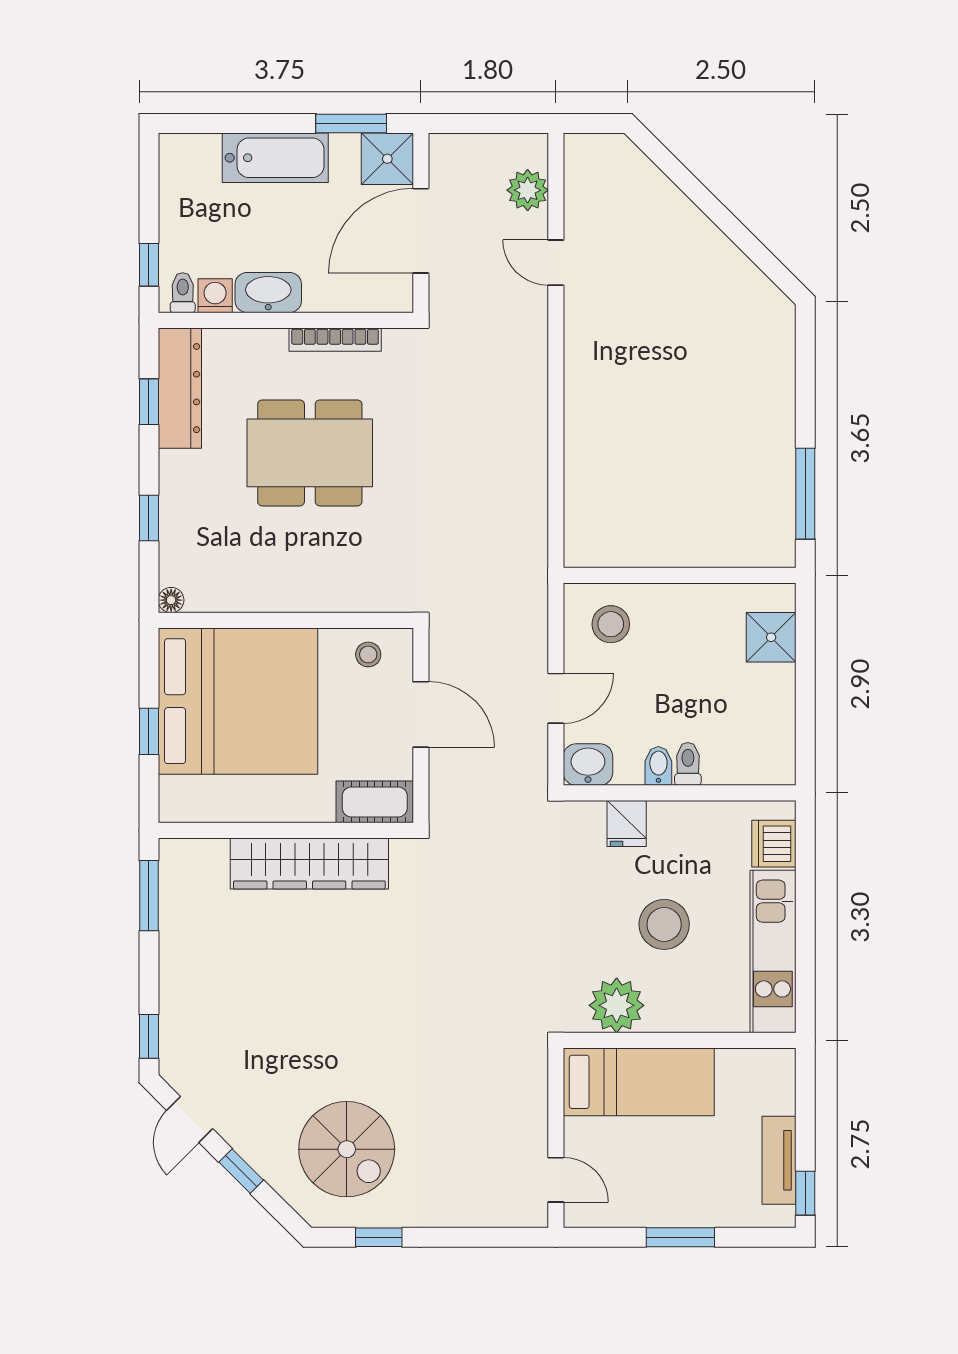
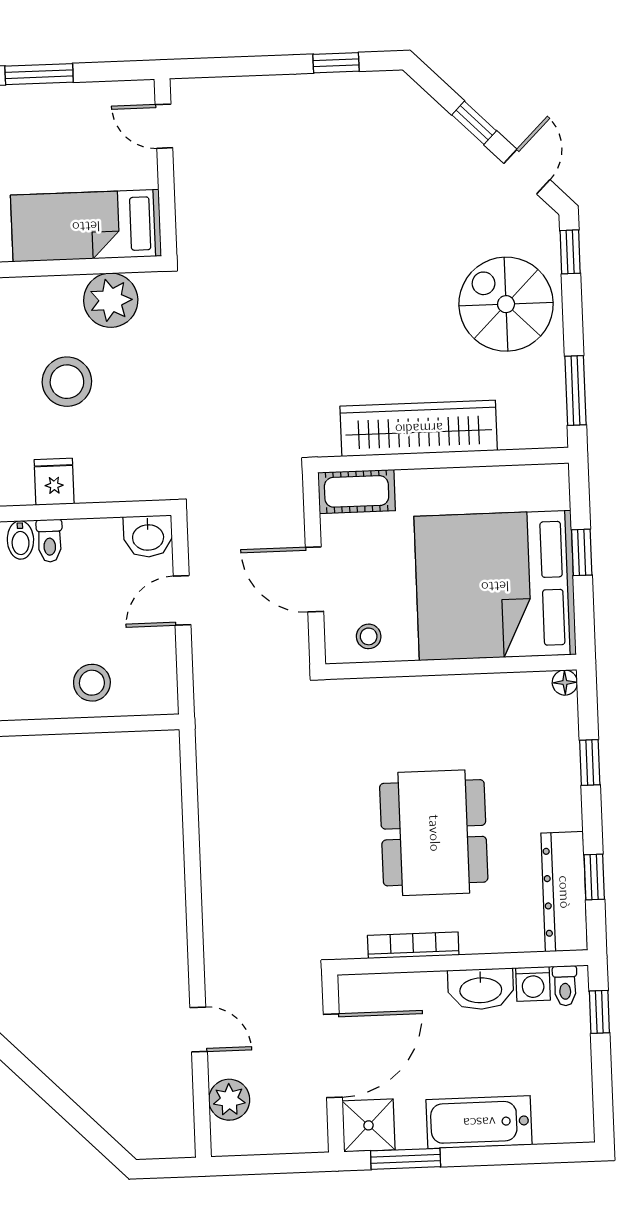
dining table: (310, 453) -> (434, 833), turned 90
stool: (611, 624) -> (92, 683), moved
bidet: (658, 766) -> (20, 540), moved
fridge: (627, 824) -> (54, 482), moved
spiral stairs: (347, 1149) -> (506, 304), moved

